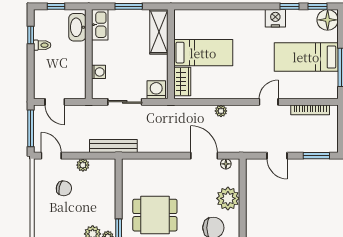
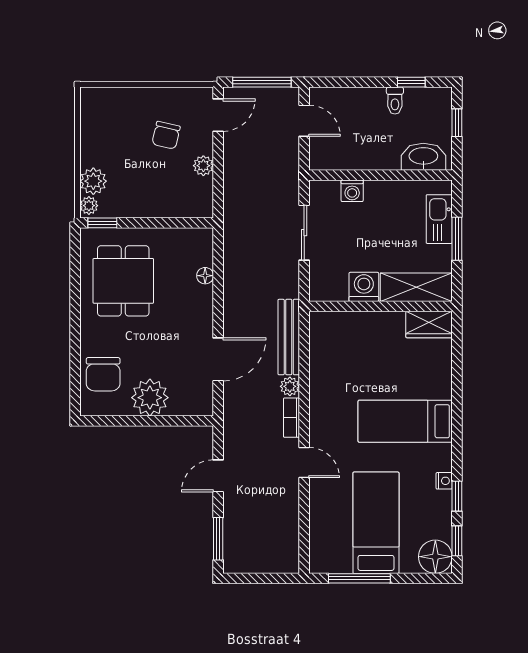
nightstand: (275, 18) -> (444, 481), width x0.53, depth x0.56
kitchen sink: (100, 25) -> (439, 219), moved, turned 90
bed: (203, 53) -> (405, 421), moved, turned 90
wardrobe: (182, 81) -> (429, 324), moved
washing machine: (156, 90) -> (364, 287), moved, turned -90
door: (55, 102) -> (304, 121), swing flipped
bookcase: (310, 110) -> (291, 418), moved, width x0.64
bench: (113, 146) -> (289, 337), moved
floor lamp: (226, 164) -> (205, 276), moved

